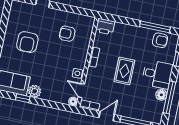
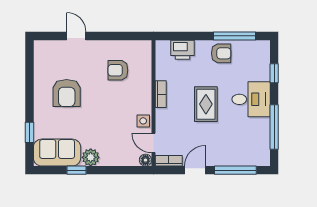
printer: (105, 26) -> (183, 50), moved
armchair: (160, 40) -> (221, 53), moved
floor lamp: (161, 95) -> (263, 126), removed

